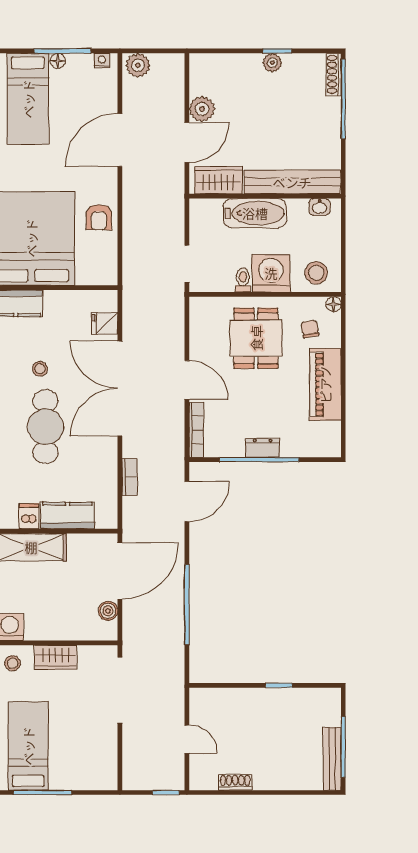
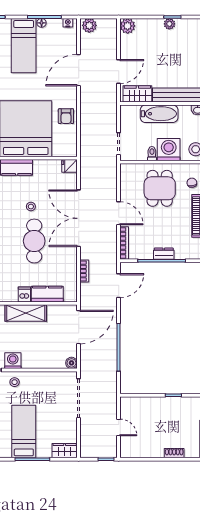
plant: (202, 109) -> (128, 26), moved
fridge: (105, 323) -> (70, 166), moved
boiler: (108, 611) -> (71, 363), moved
wardrobe: (56, 657) -> (65, 451), moved, turned 180
shoe rack: (235, 782) -> (174, 453), moved

